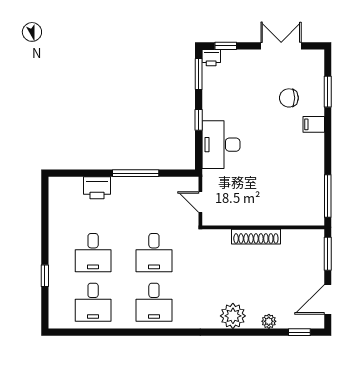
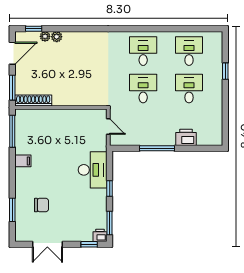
filing cabinet: (314, 124) -> (23, 161), moved
shoe rack: (256, 237) -> (33, 101), moved
plant: (233, 316) -> (45, 36), moved, width x0.53, depth x0.53

